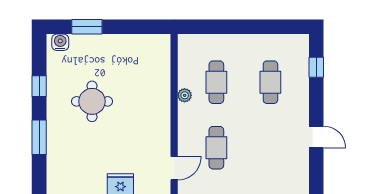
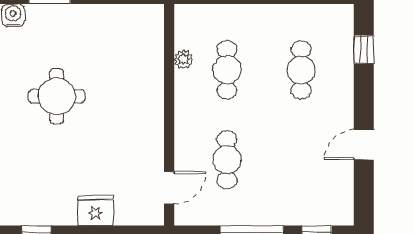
plant: (185, 95) -> (184, 59), moved
door: (316, 137) -> (364, 145), swing flipped

